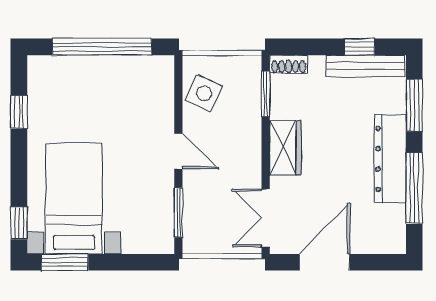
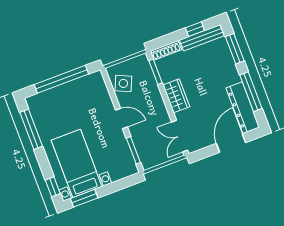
shoe rack: (289, 64) -> (166, 50), width x1.43
window: (19, 112) -> (31, 129), width x2.17
dresser: (390, 159) -> (243, 108), moved
door: (325, 262) -> (231, 143), moved

